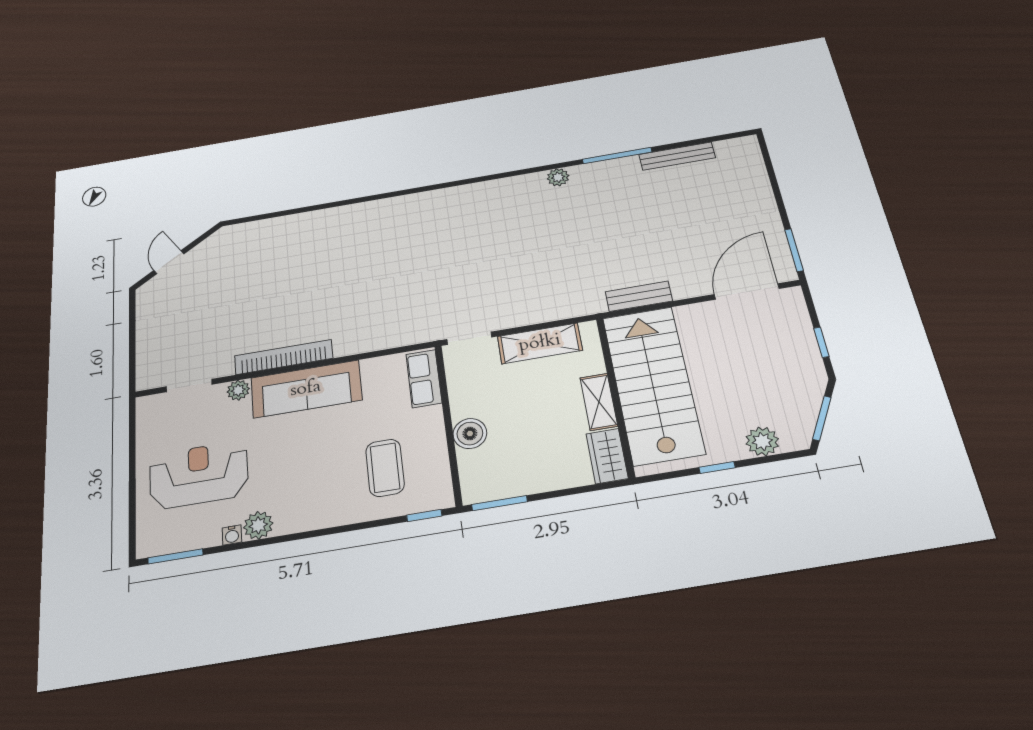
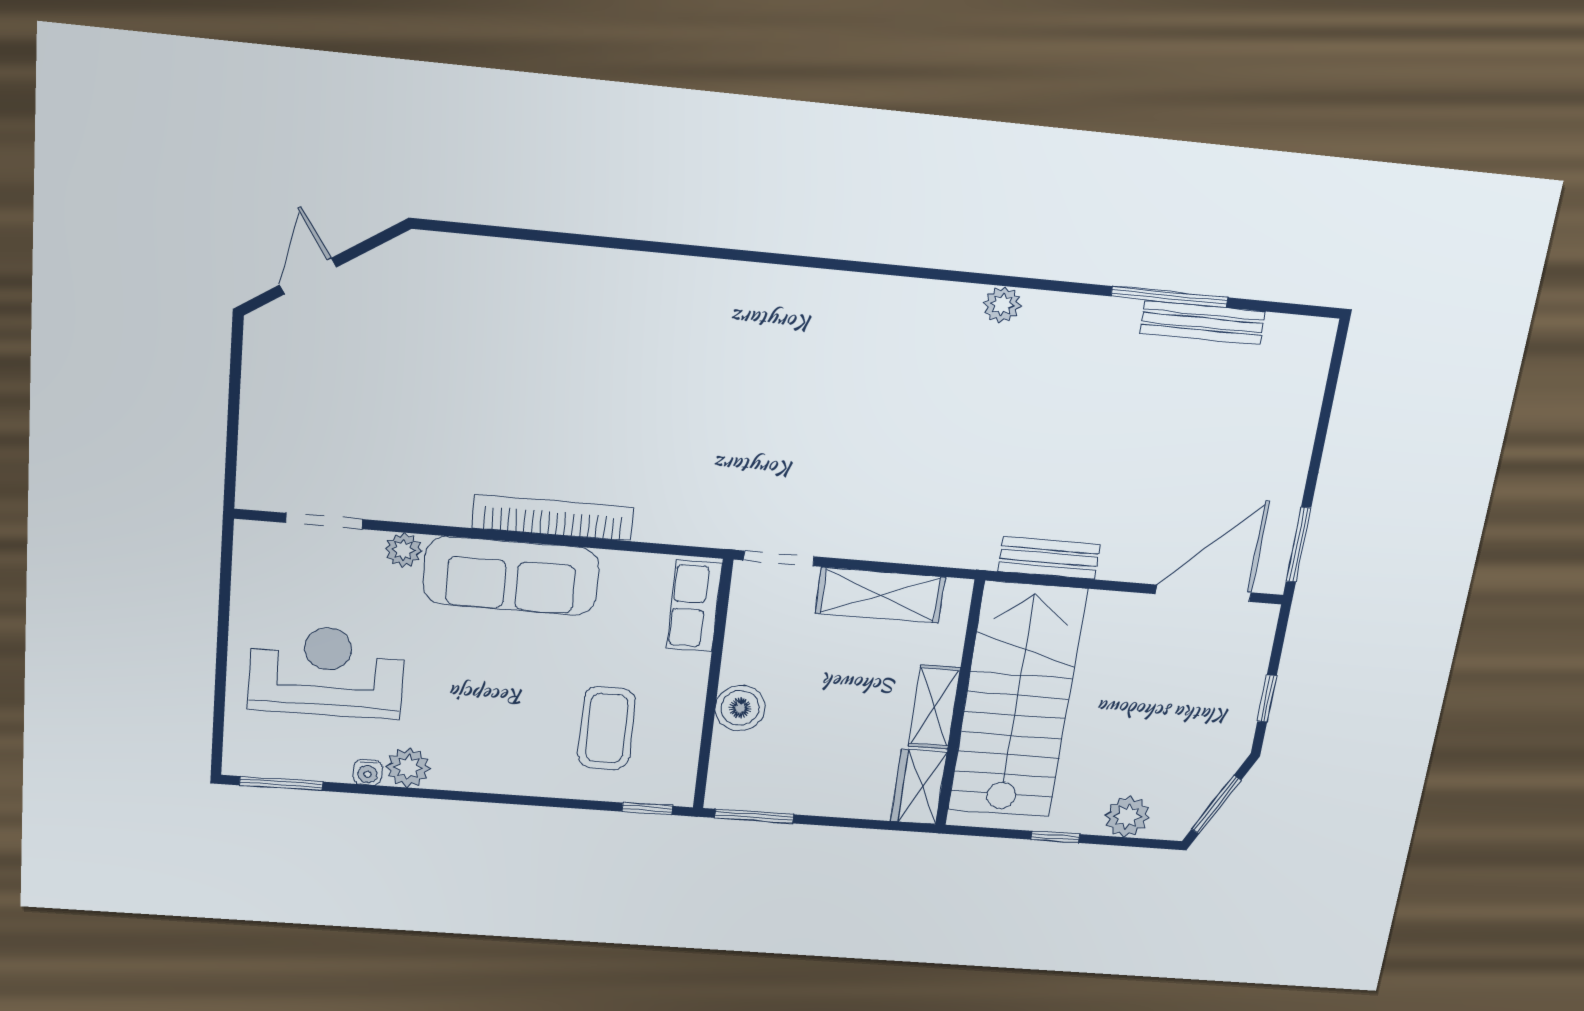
window: (617, 156) -> (1170, 297), moved
bookcase: (284, 357) -> (553, 518), moved

